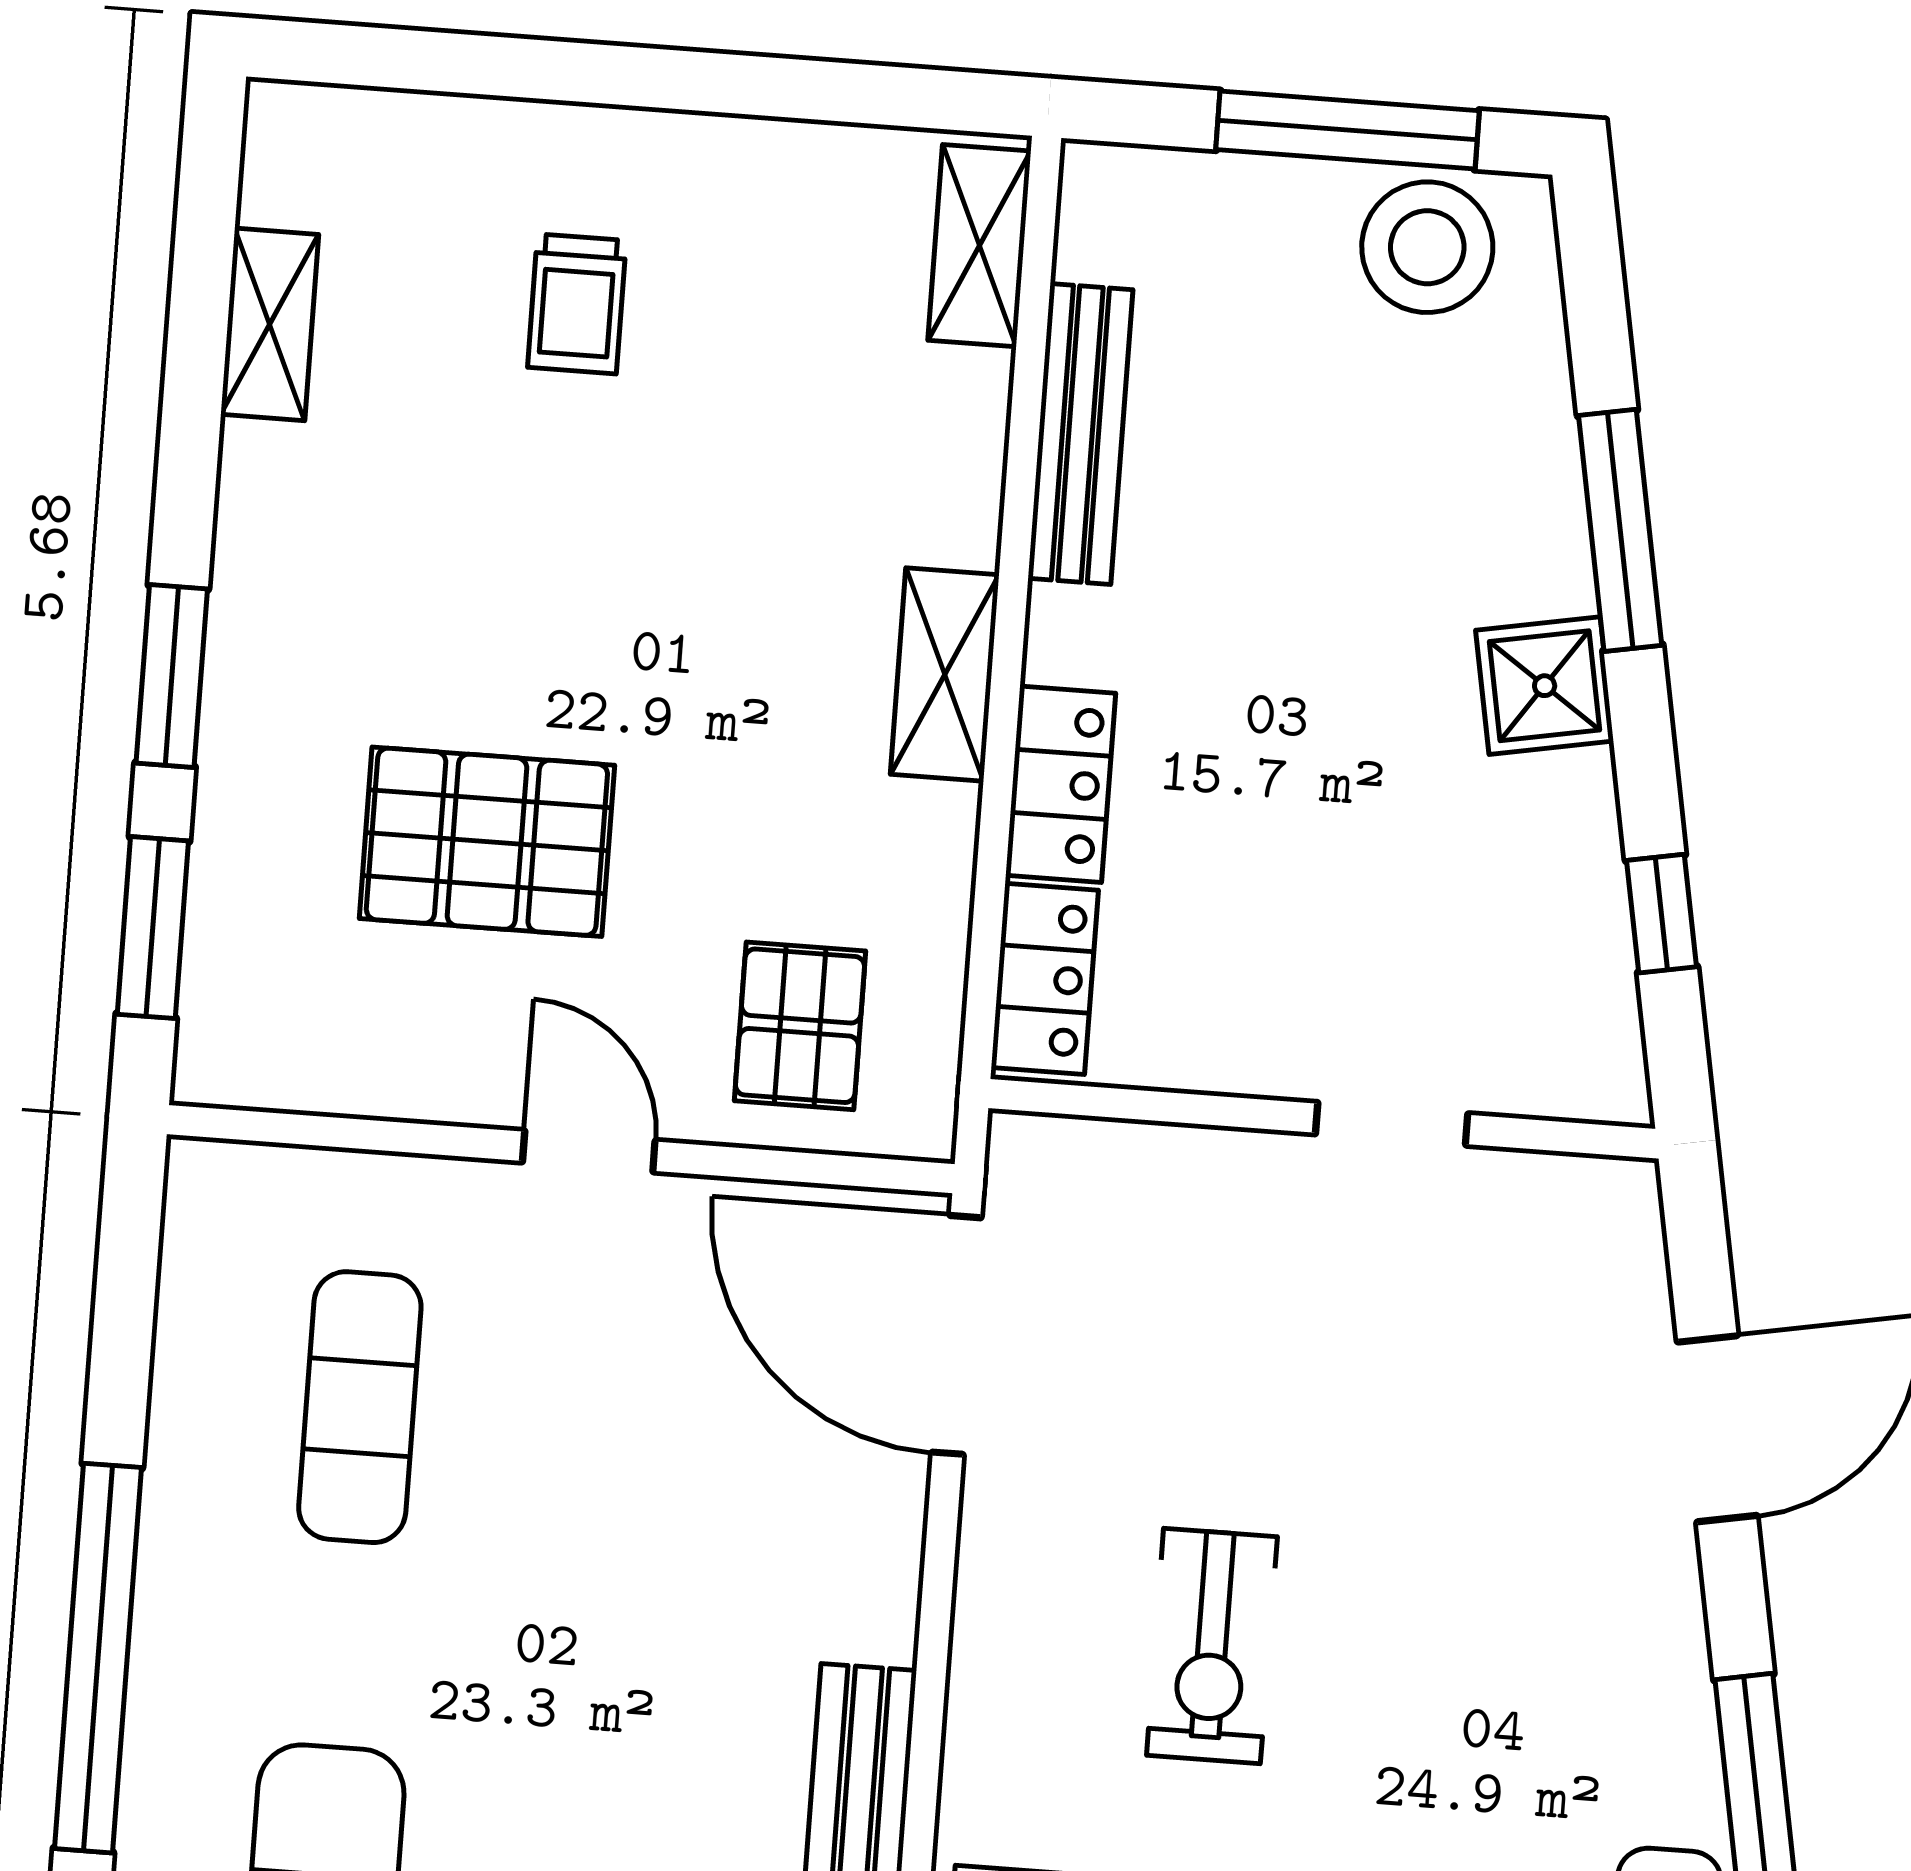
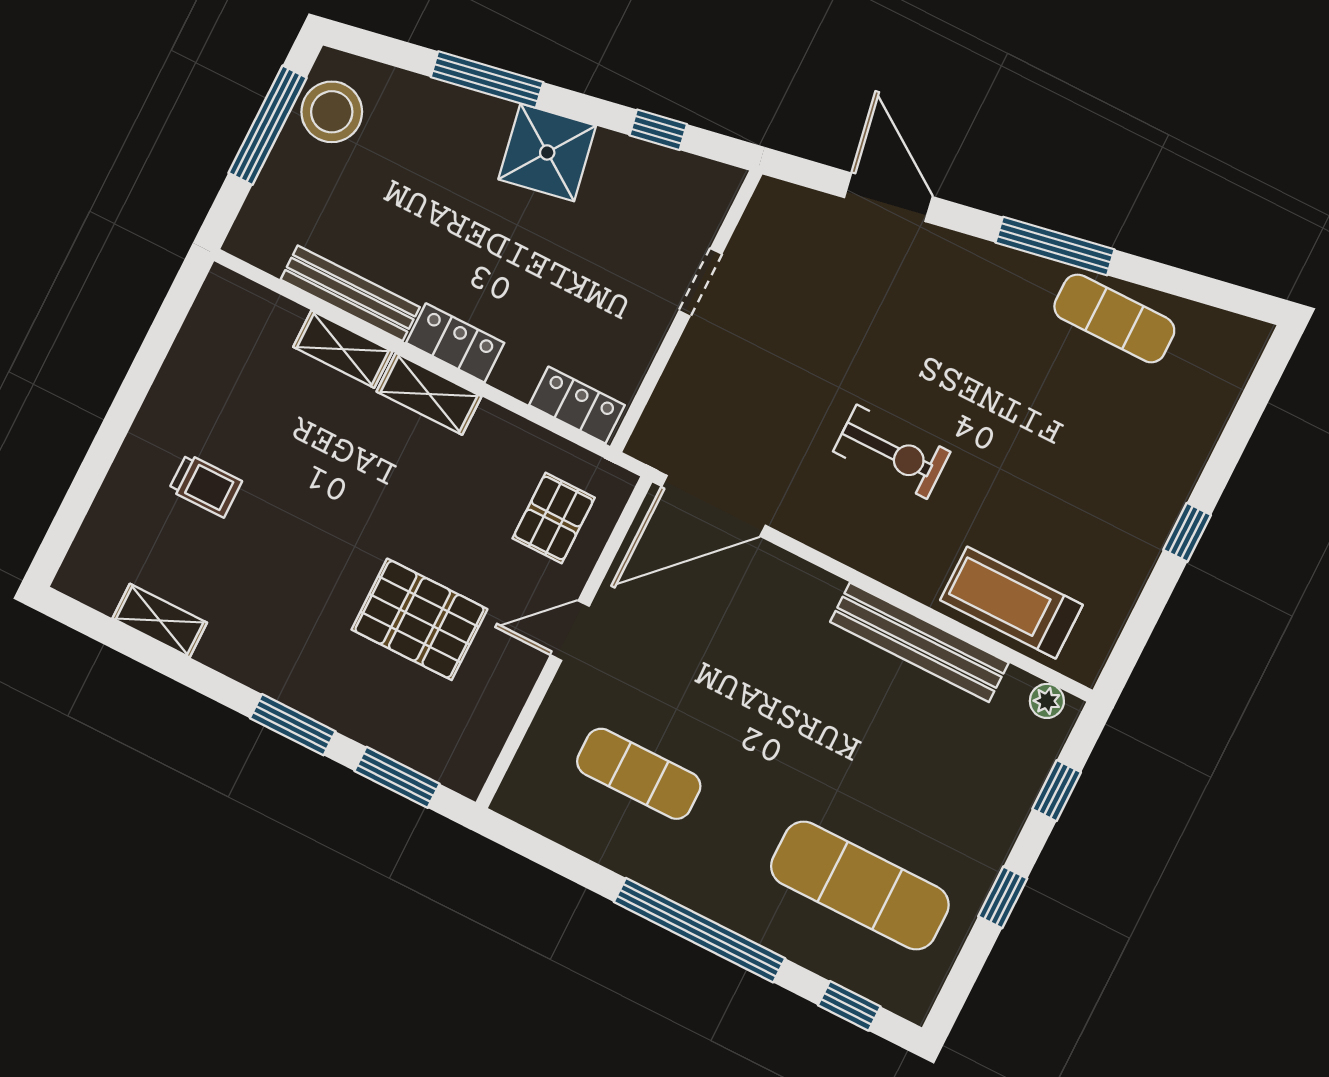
shelving: (979, 246) -> (343, 349), moved
shower: (1545, 686) -> (547, 152), width x1.36, depth x1.36
locker: (1061, 784) -> (455, 343), moved
pallet: (487, 842) -> (419, 619), turned 90
pallet: (800, 1026) -> (554, 518), turned 90

